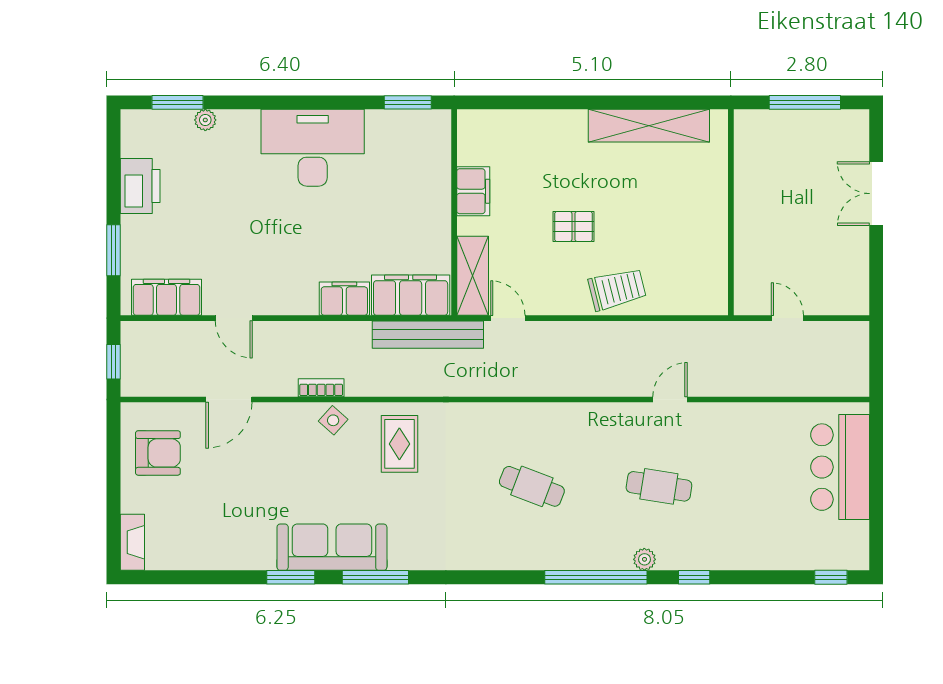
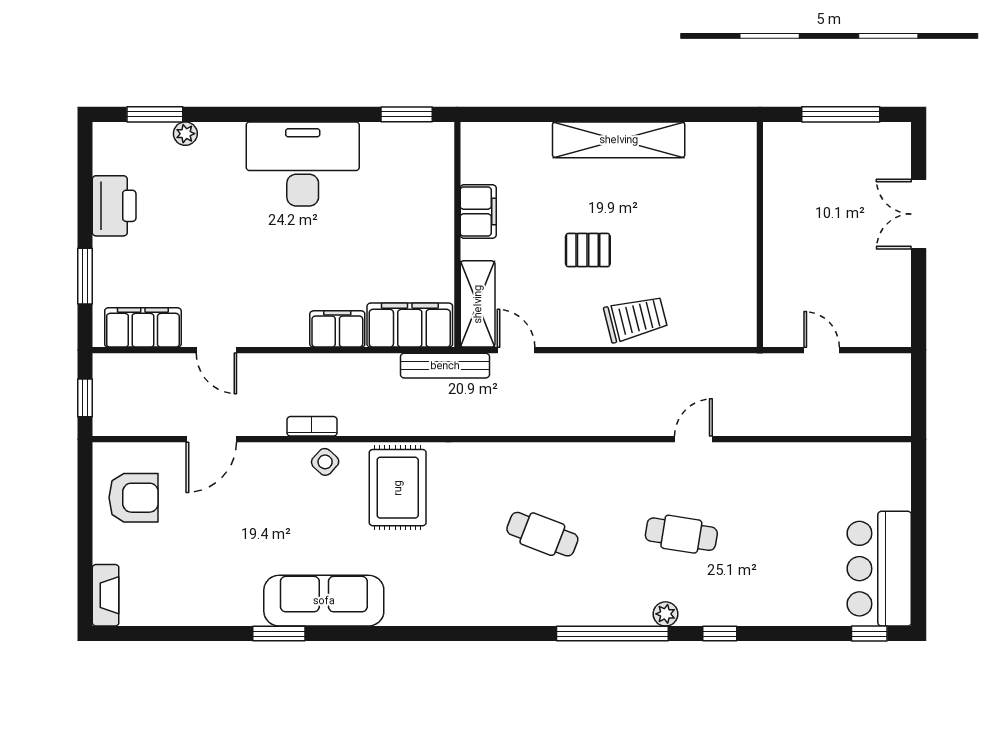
shelving: (649, 126) -> (619, 140), moved
bench: (428, 335) -> (445, 366), width x0.73, depth x0.82
rug: (399, 444) -> (398, 488), width x1.36, depth x1.43
bar counter: (840, 467) -> (879, 569), moved
window: (375, 577) -> (371, 634), removed

